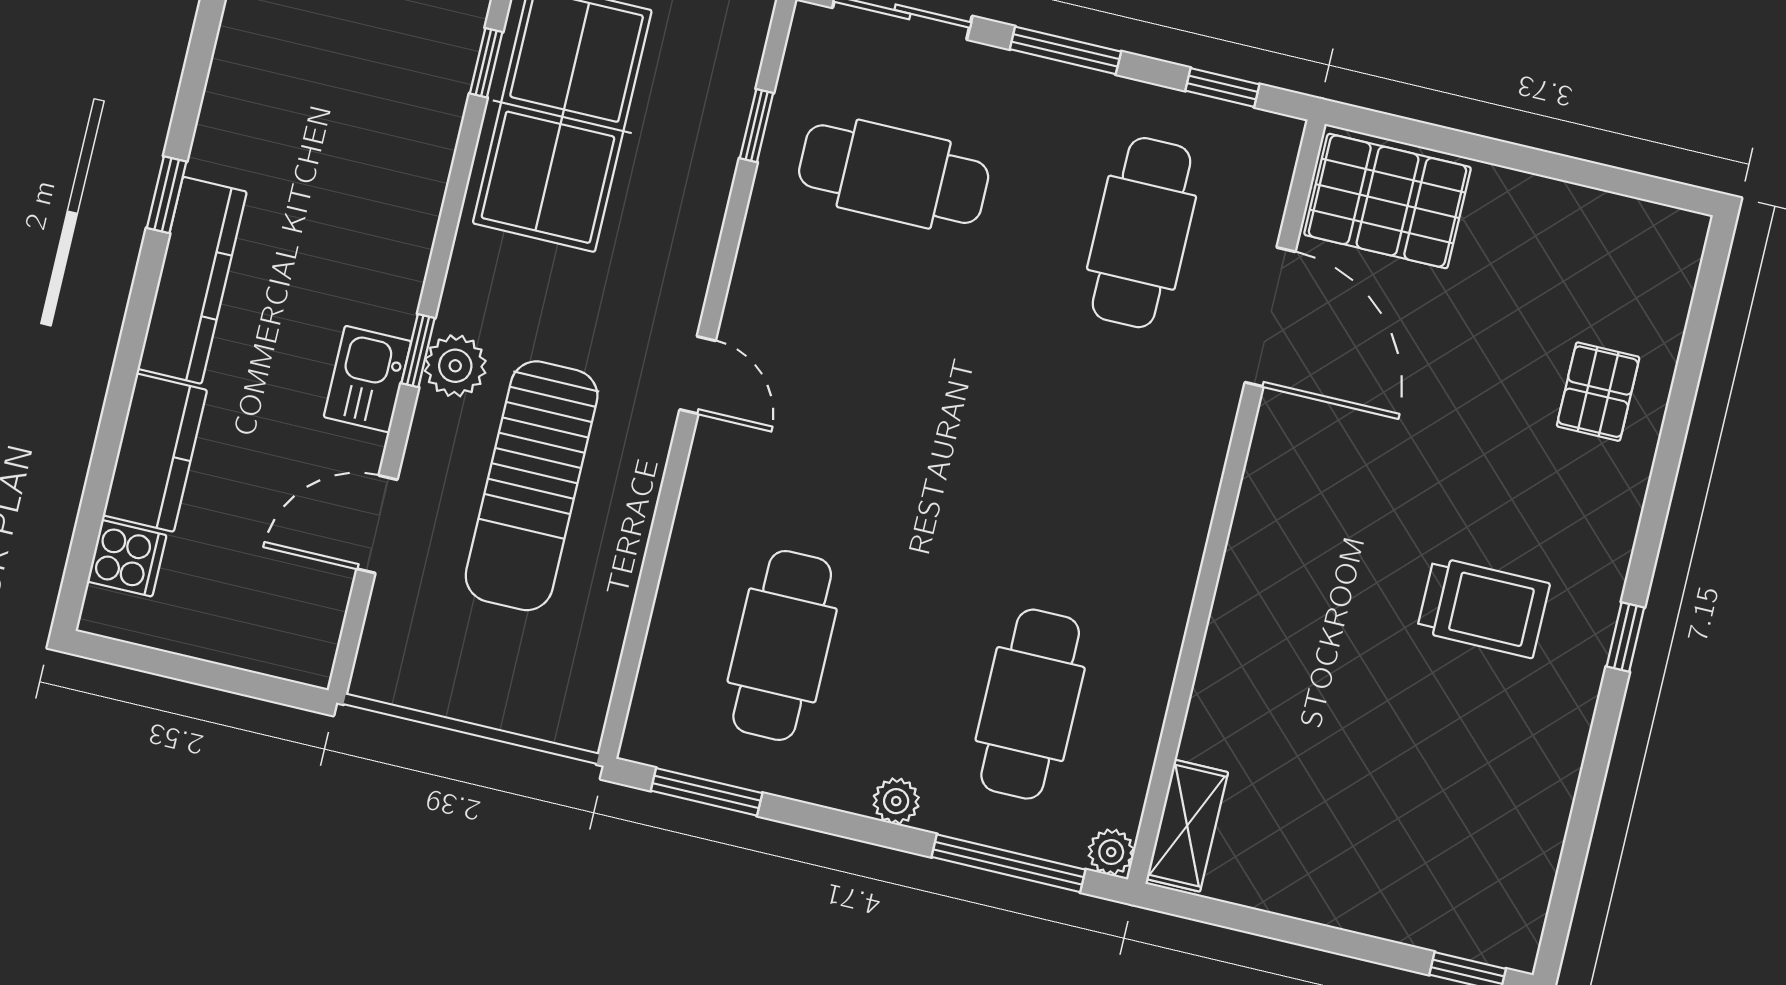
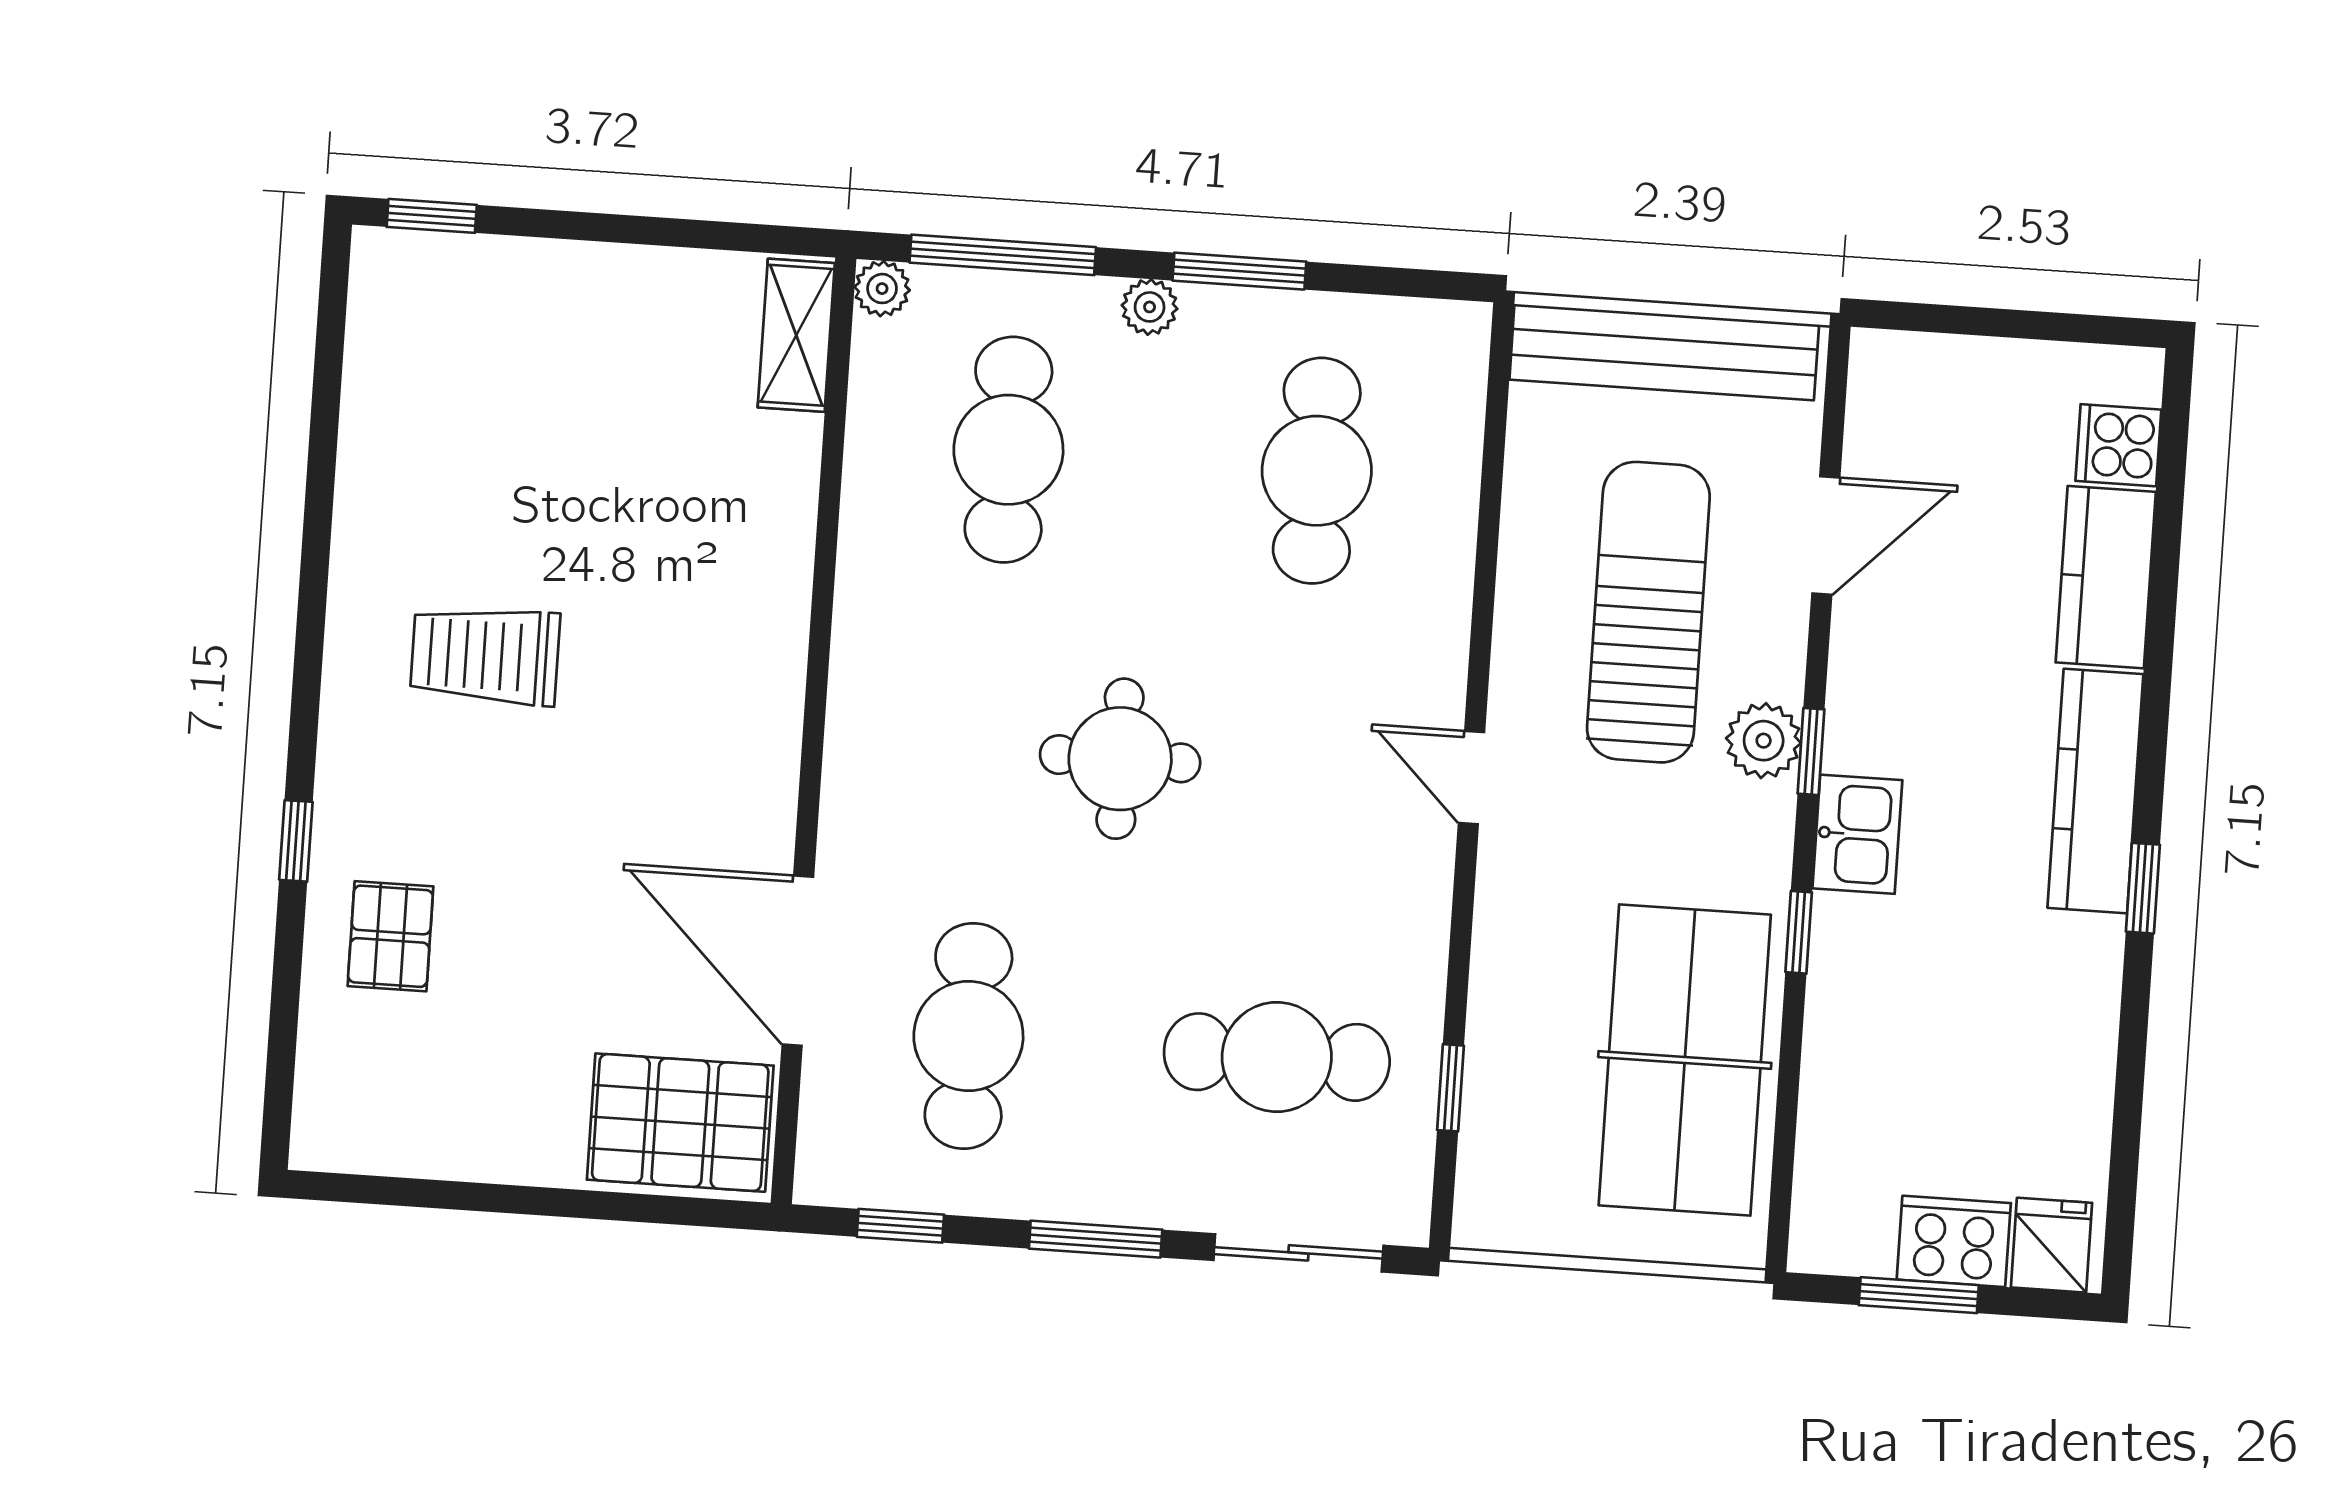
window: (486, 63) -> (1799, 932), moved
kitchen sink: (367, 379) -> (1857, 834), moved
round table: (981, 438) -> (1120, 759), added
window: (1625, 637) -> (296, 841), moved
bench: (484, 695) -> (1664, 352), added
window: (707, 792) -> (1239, 271), moved

